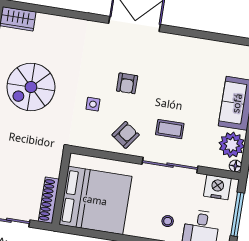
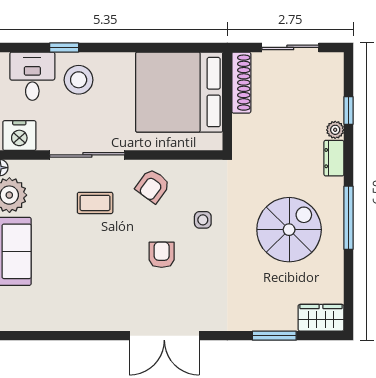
window: (54, 11) -> (274, 336), added
stool: (168, 221) -> (79, 80), width x1.89, depth x1.89

